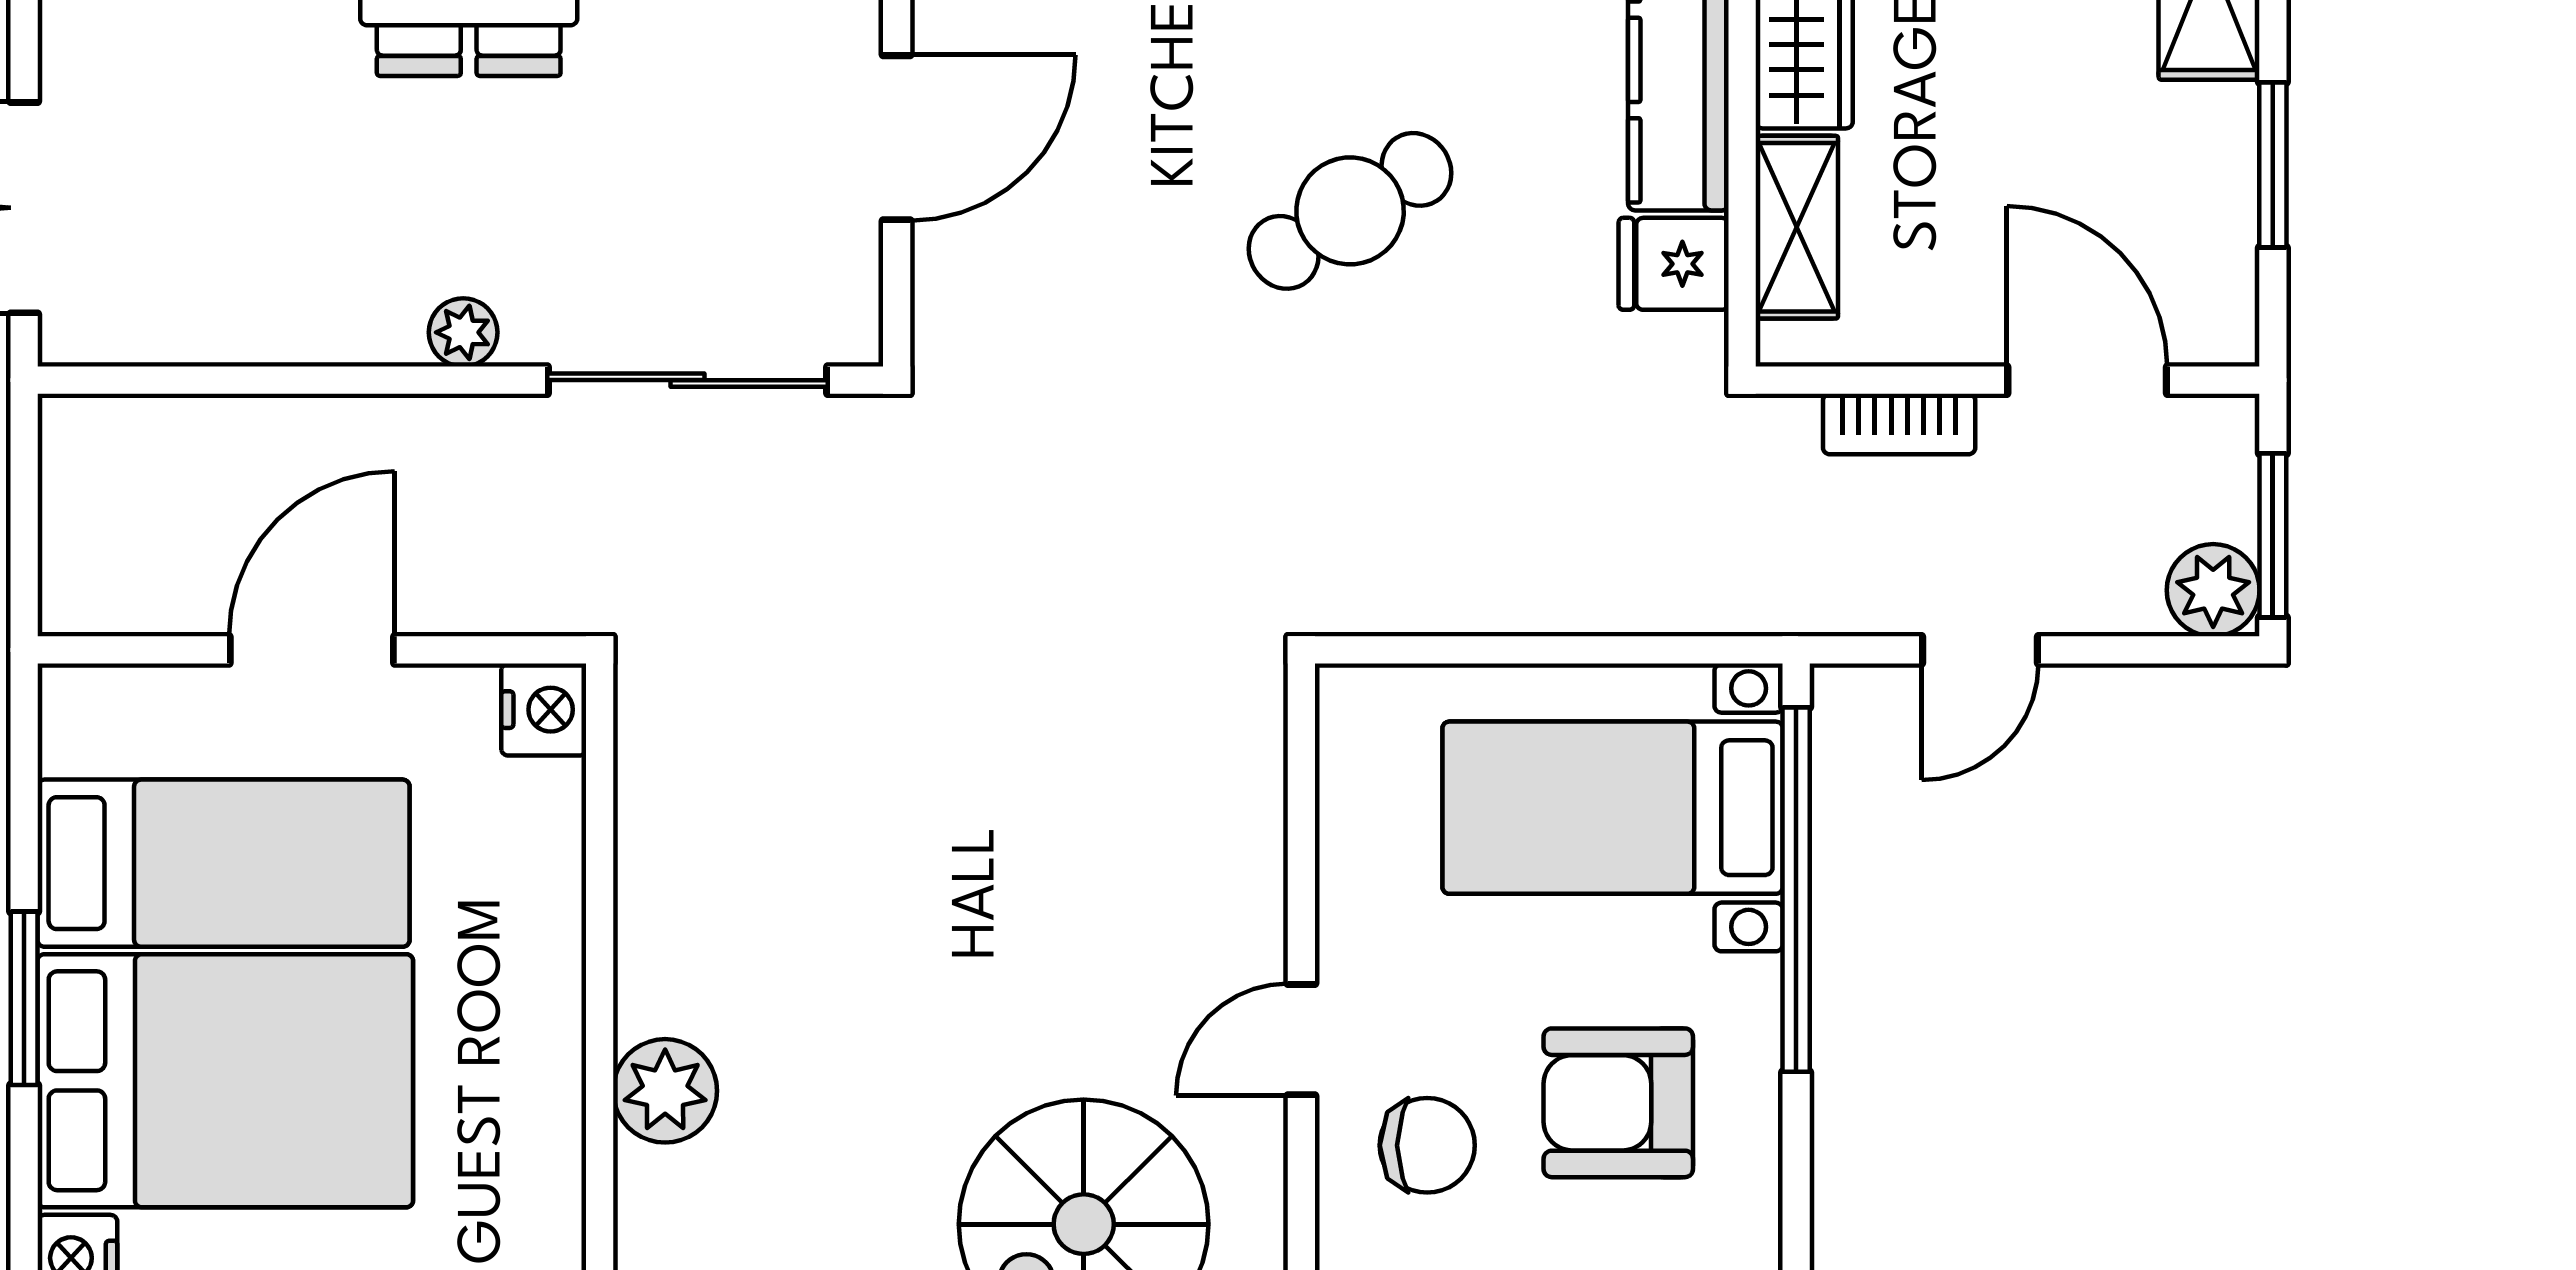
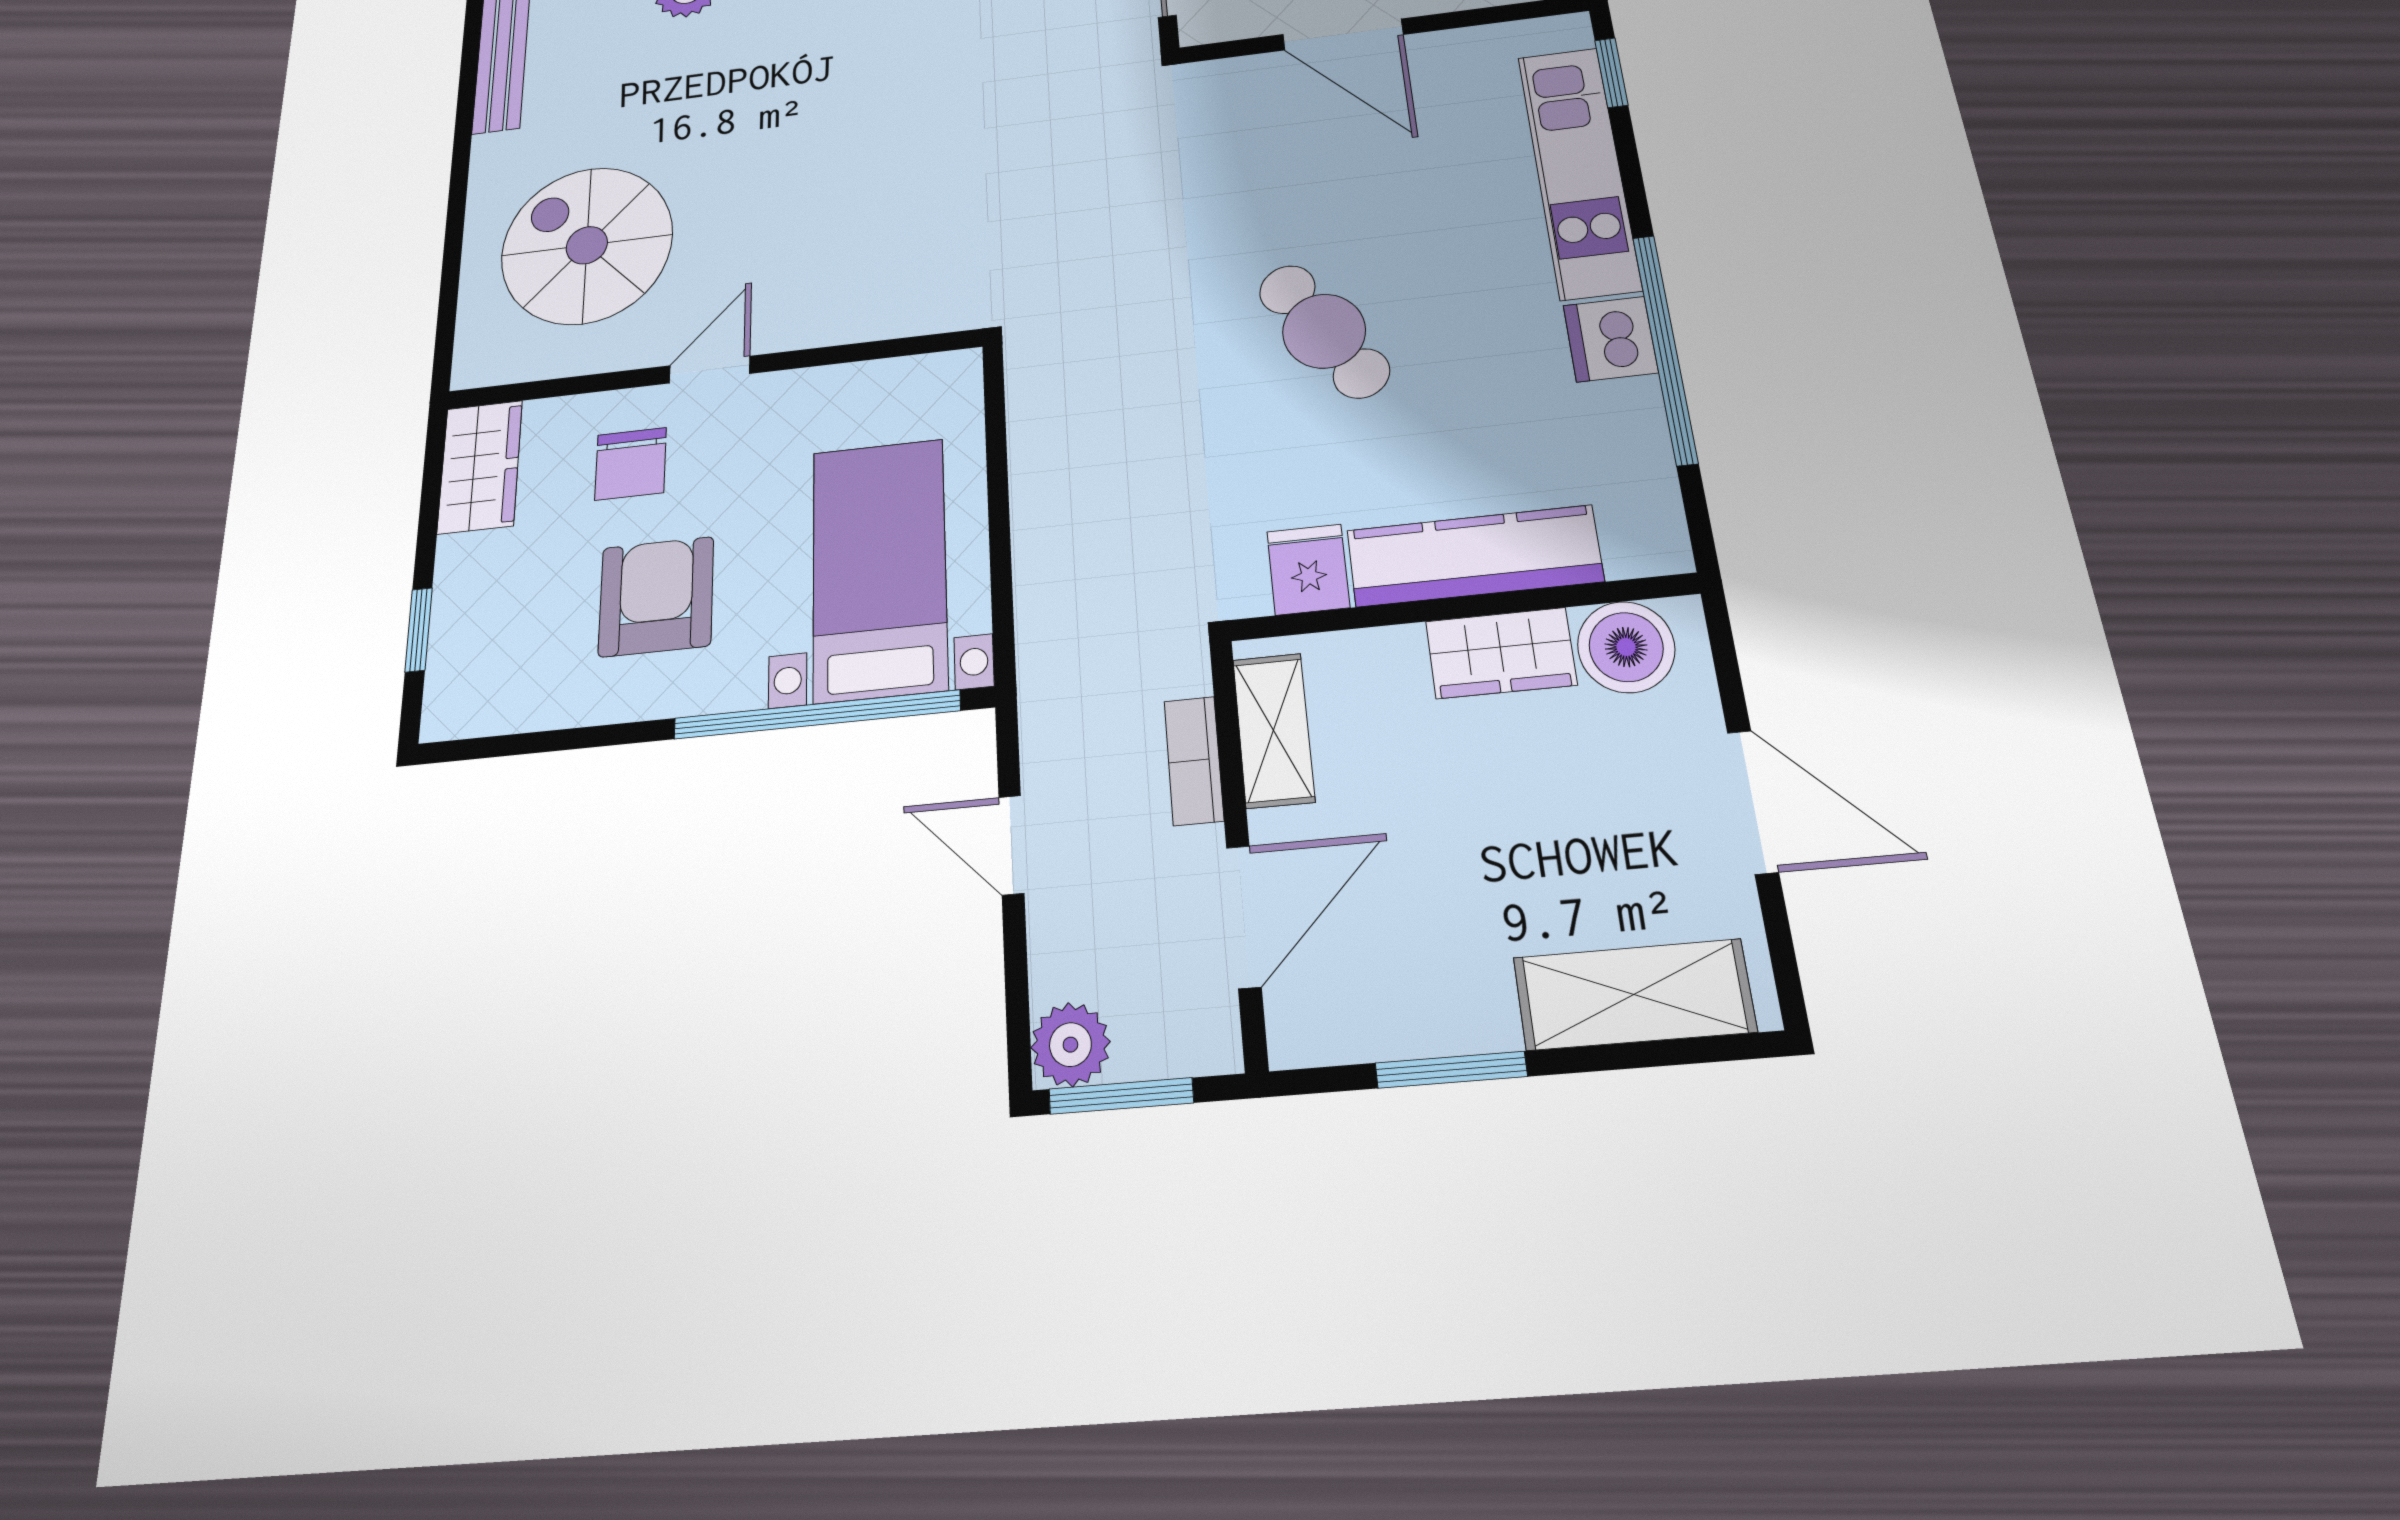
shelving: (1797, 227) -> (1273, 730), moved, turned 90
door: (1301, 1040) -> (710, 370), hinge flipped

